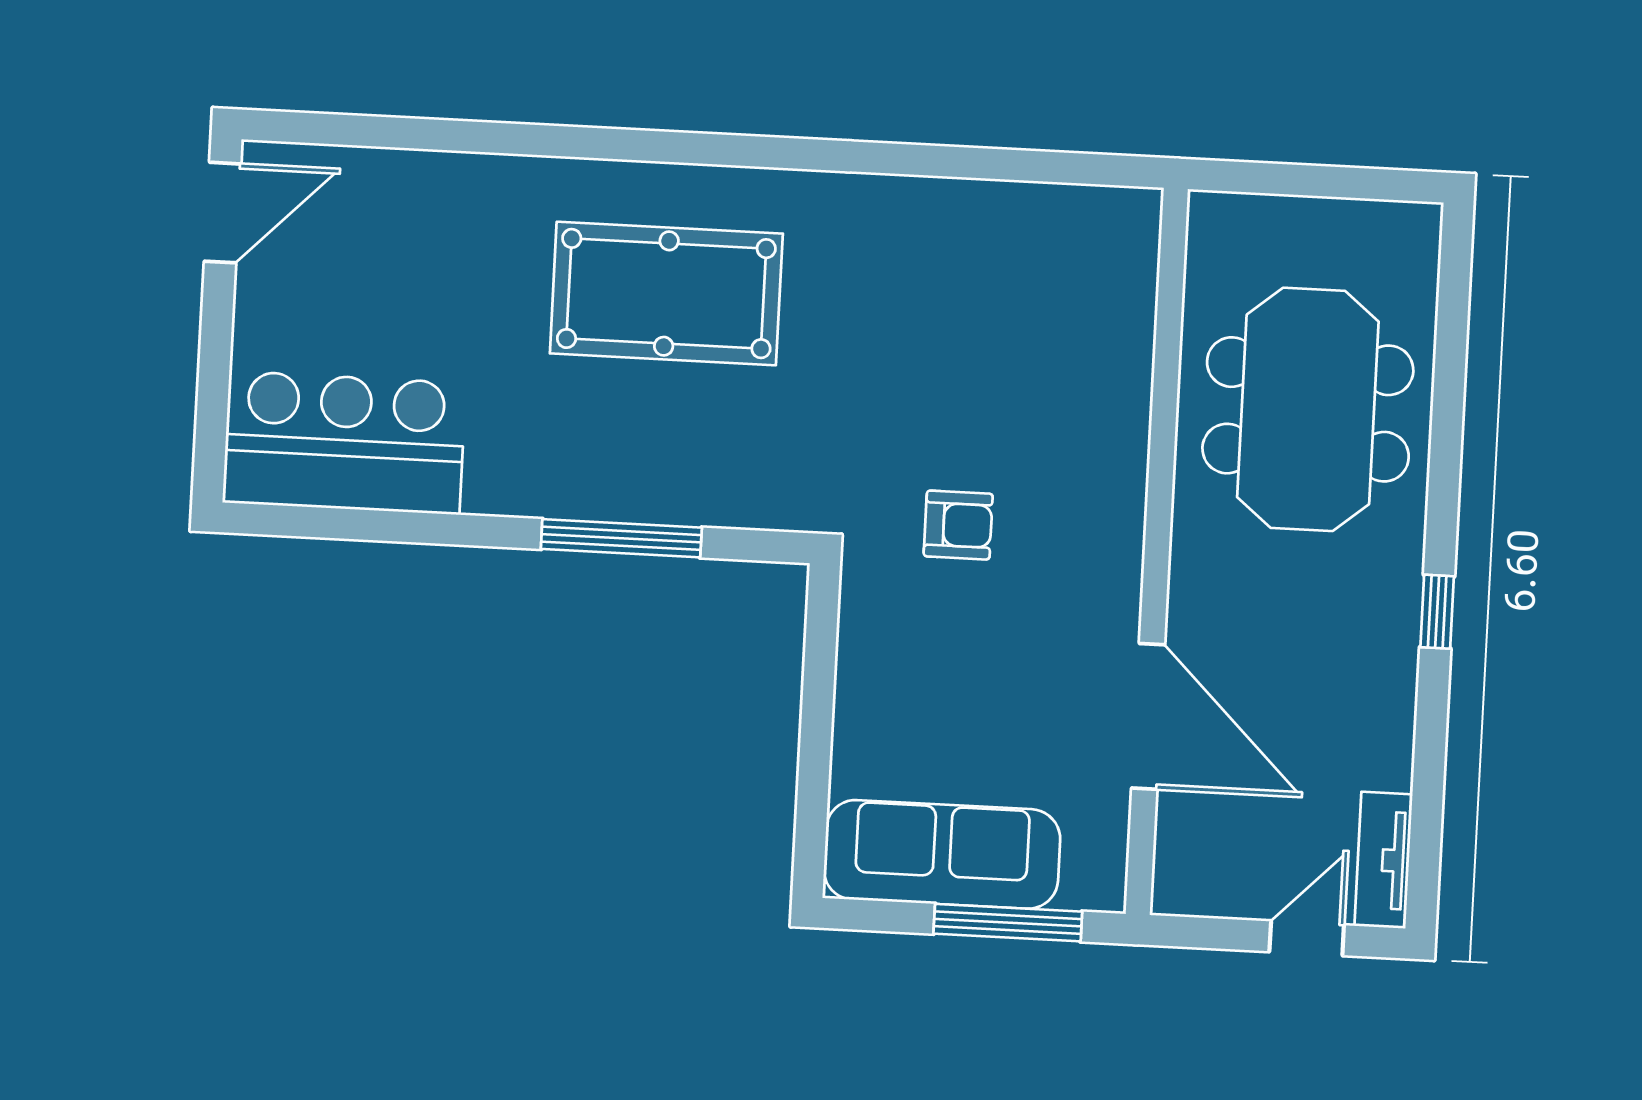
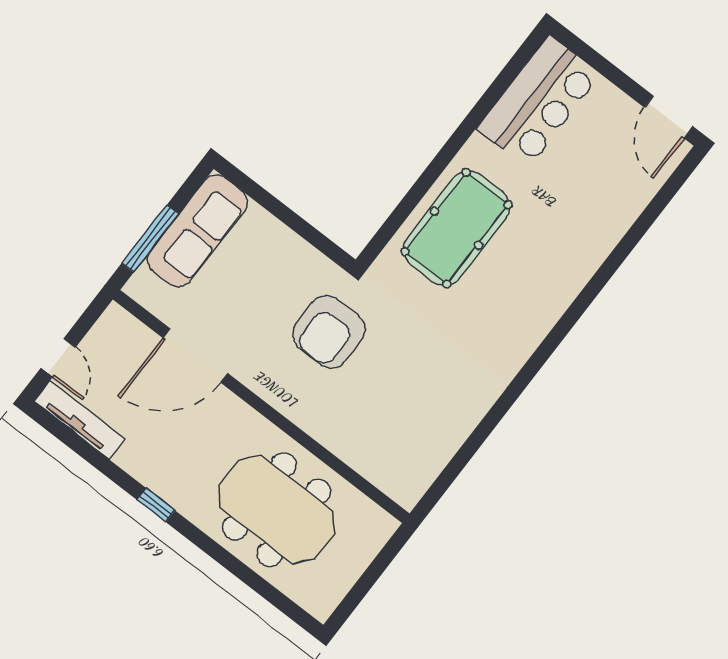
pool table: (666, 294) -> (456, 228), moved
armchair: (958, 525) -> (329, 332), width x1.88, depth x1.88
window: (621, 538) -> (420, 189), removed
tv unit: (1383, 860) -> (80, 420), width x1.41

